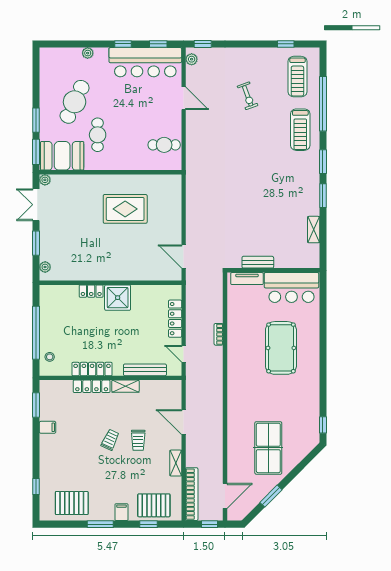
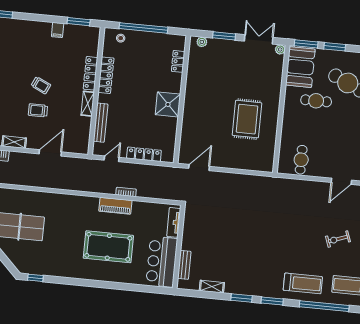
treadmill: (300, 130) -> (303, 283), turned 180
bench: (258, 262) -> (184, 265), moved
locker: (91, 291) -> (178, 61), moved
piano: (235, 345) -> (115, 206), added

